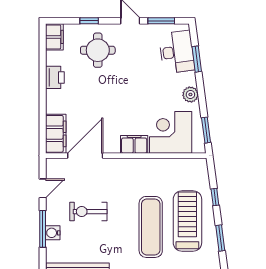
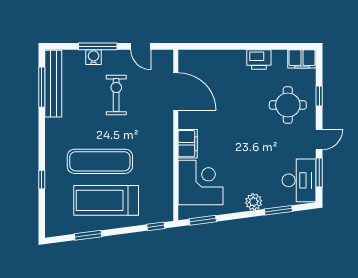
desk: (177, 52) -> (299, 180), moved, turned -83
plant: (190, 94) -> (254, 202), moved
filing cabinet: (56, 134) -> (199, 60), removed
window: (215, 197) -> (156, 226), moved
treadmill: (187, 221) -> (106, 200), turned 180

